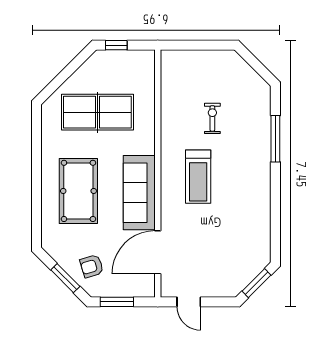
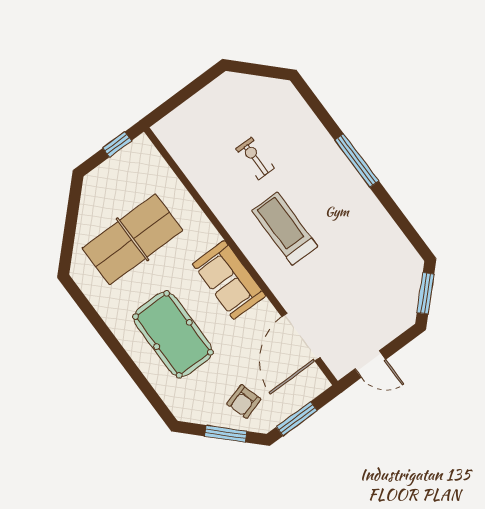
window: (116, 45) -> (117, 144), moved
window: (275, 139) -> (357, 161), moved
treadmill: (198, 177) -> (285, 229), turned 180
sofa: (139, 193) -> (229, 280), width x0.73

